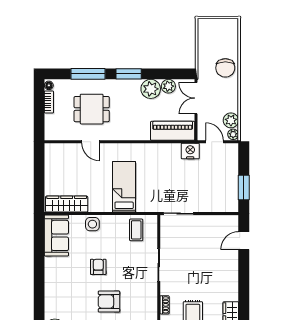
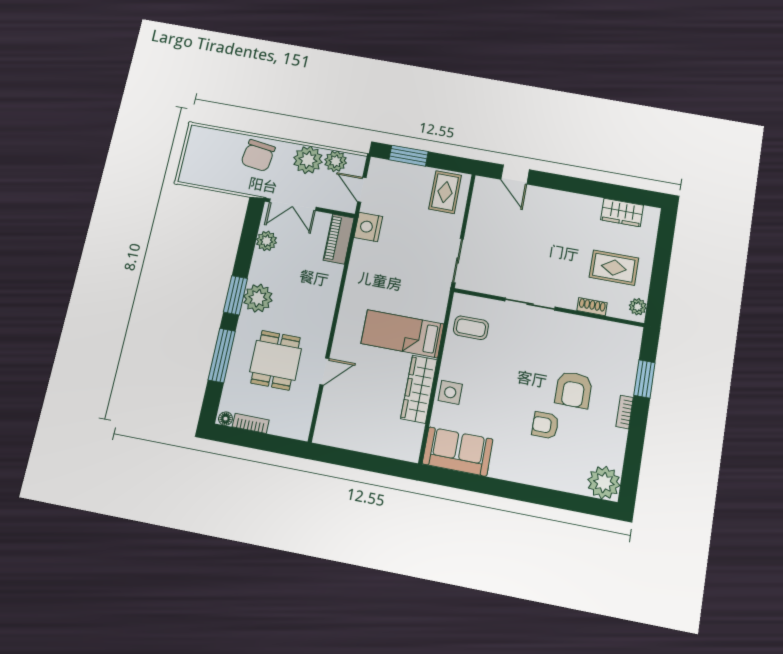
chair: (225, 68) -> (258, 156), turned 98
plant: (151, 89) -> (258, 298), moved
piano: (173, 131) -> (339, 239), width x0.73, depth x0.75
plant: (233, 134) -> (308, 160), moved, width x1.87, depth x1.87
door: (215, 142) -> (362, 190), hinge flipped
window: (244, 188) -> (409, 156), moved
rug: (223, 197) -> (445, 192), added
wardrobe: (67, 204) -> (419, 389), moved
armchair: (98, 267) -> (545, 425), moved

